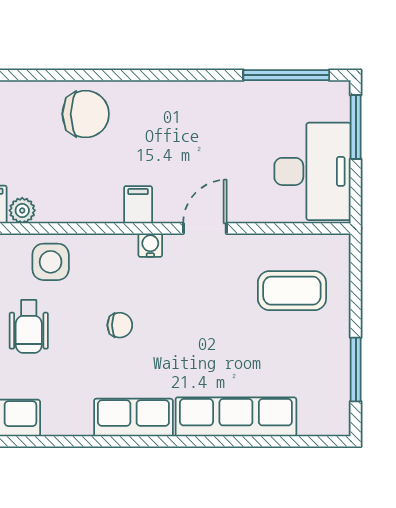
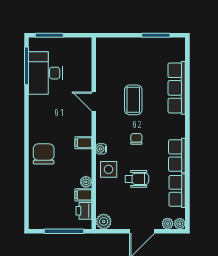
desk: (313, 171) -> (46, 73), moved, turned -90
filing cabinet: (138, 205) -> (83, 143), moved
water cooler: (150, 245) -> (101, 149), moved
coffee table: (292, 291) -> (133, 100), moved
row of seats: (133, 418) -> (177, 155), moved

